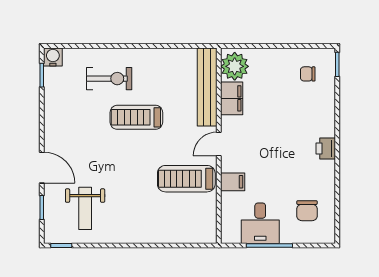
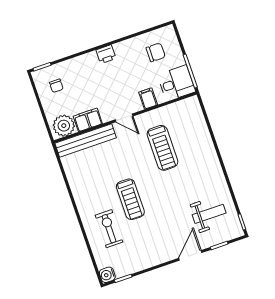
plant: (235, 66) -> (64, 126), moved
bench: (207, 87) -> (86, 140), moved
filing cabinet: (232, 98) -> (88, 120), moved
door: (219, 144) -> (124, 118), moved
wall: (219, 146) -> (125, 117), moved
filing cabinet: (233, 182) -> (148, 98), moved

